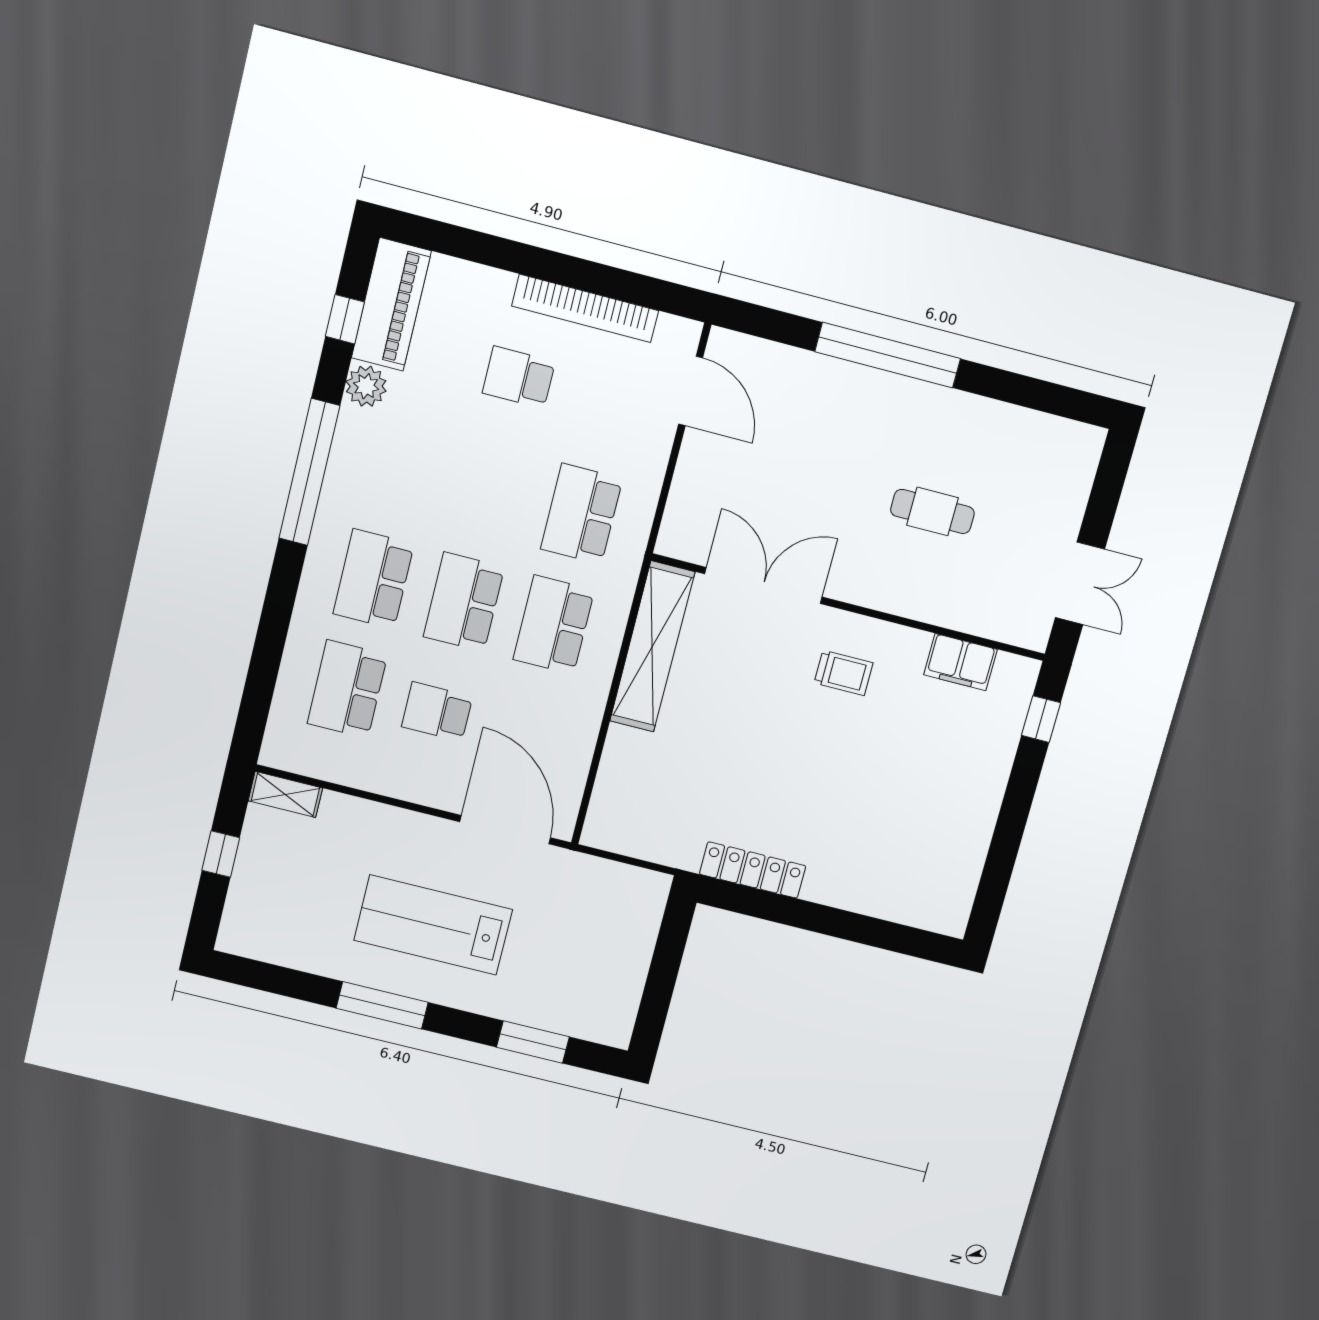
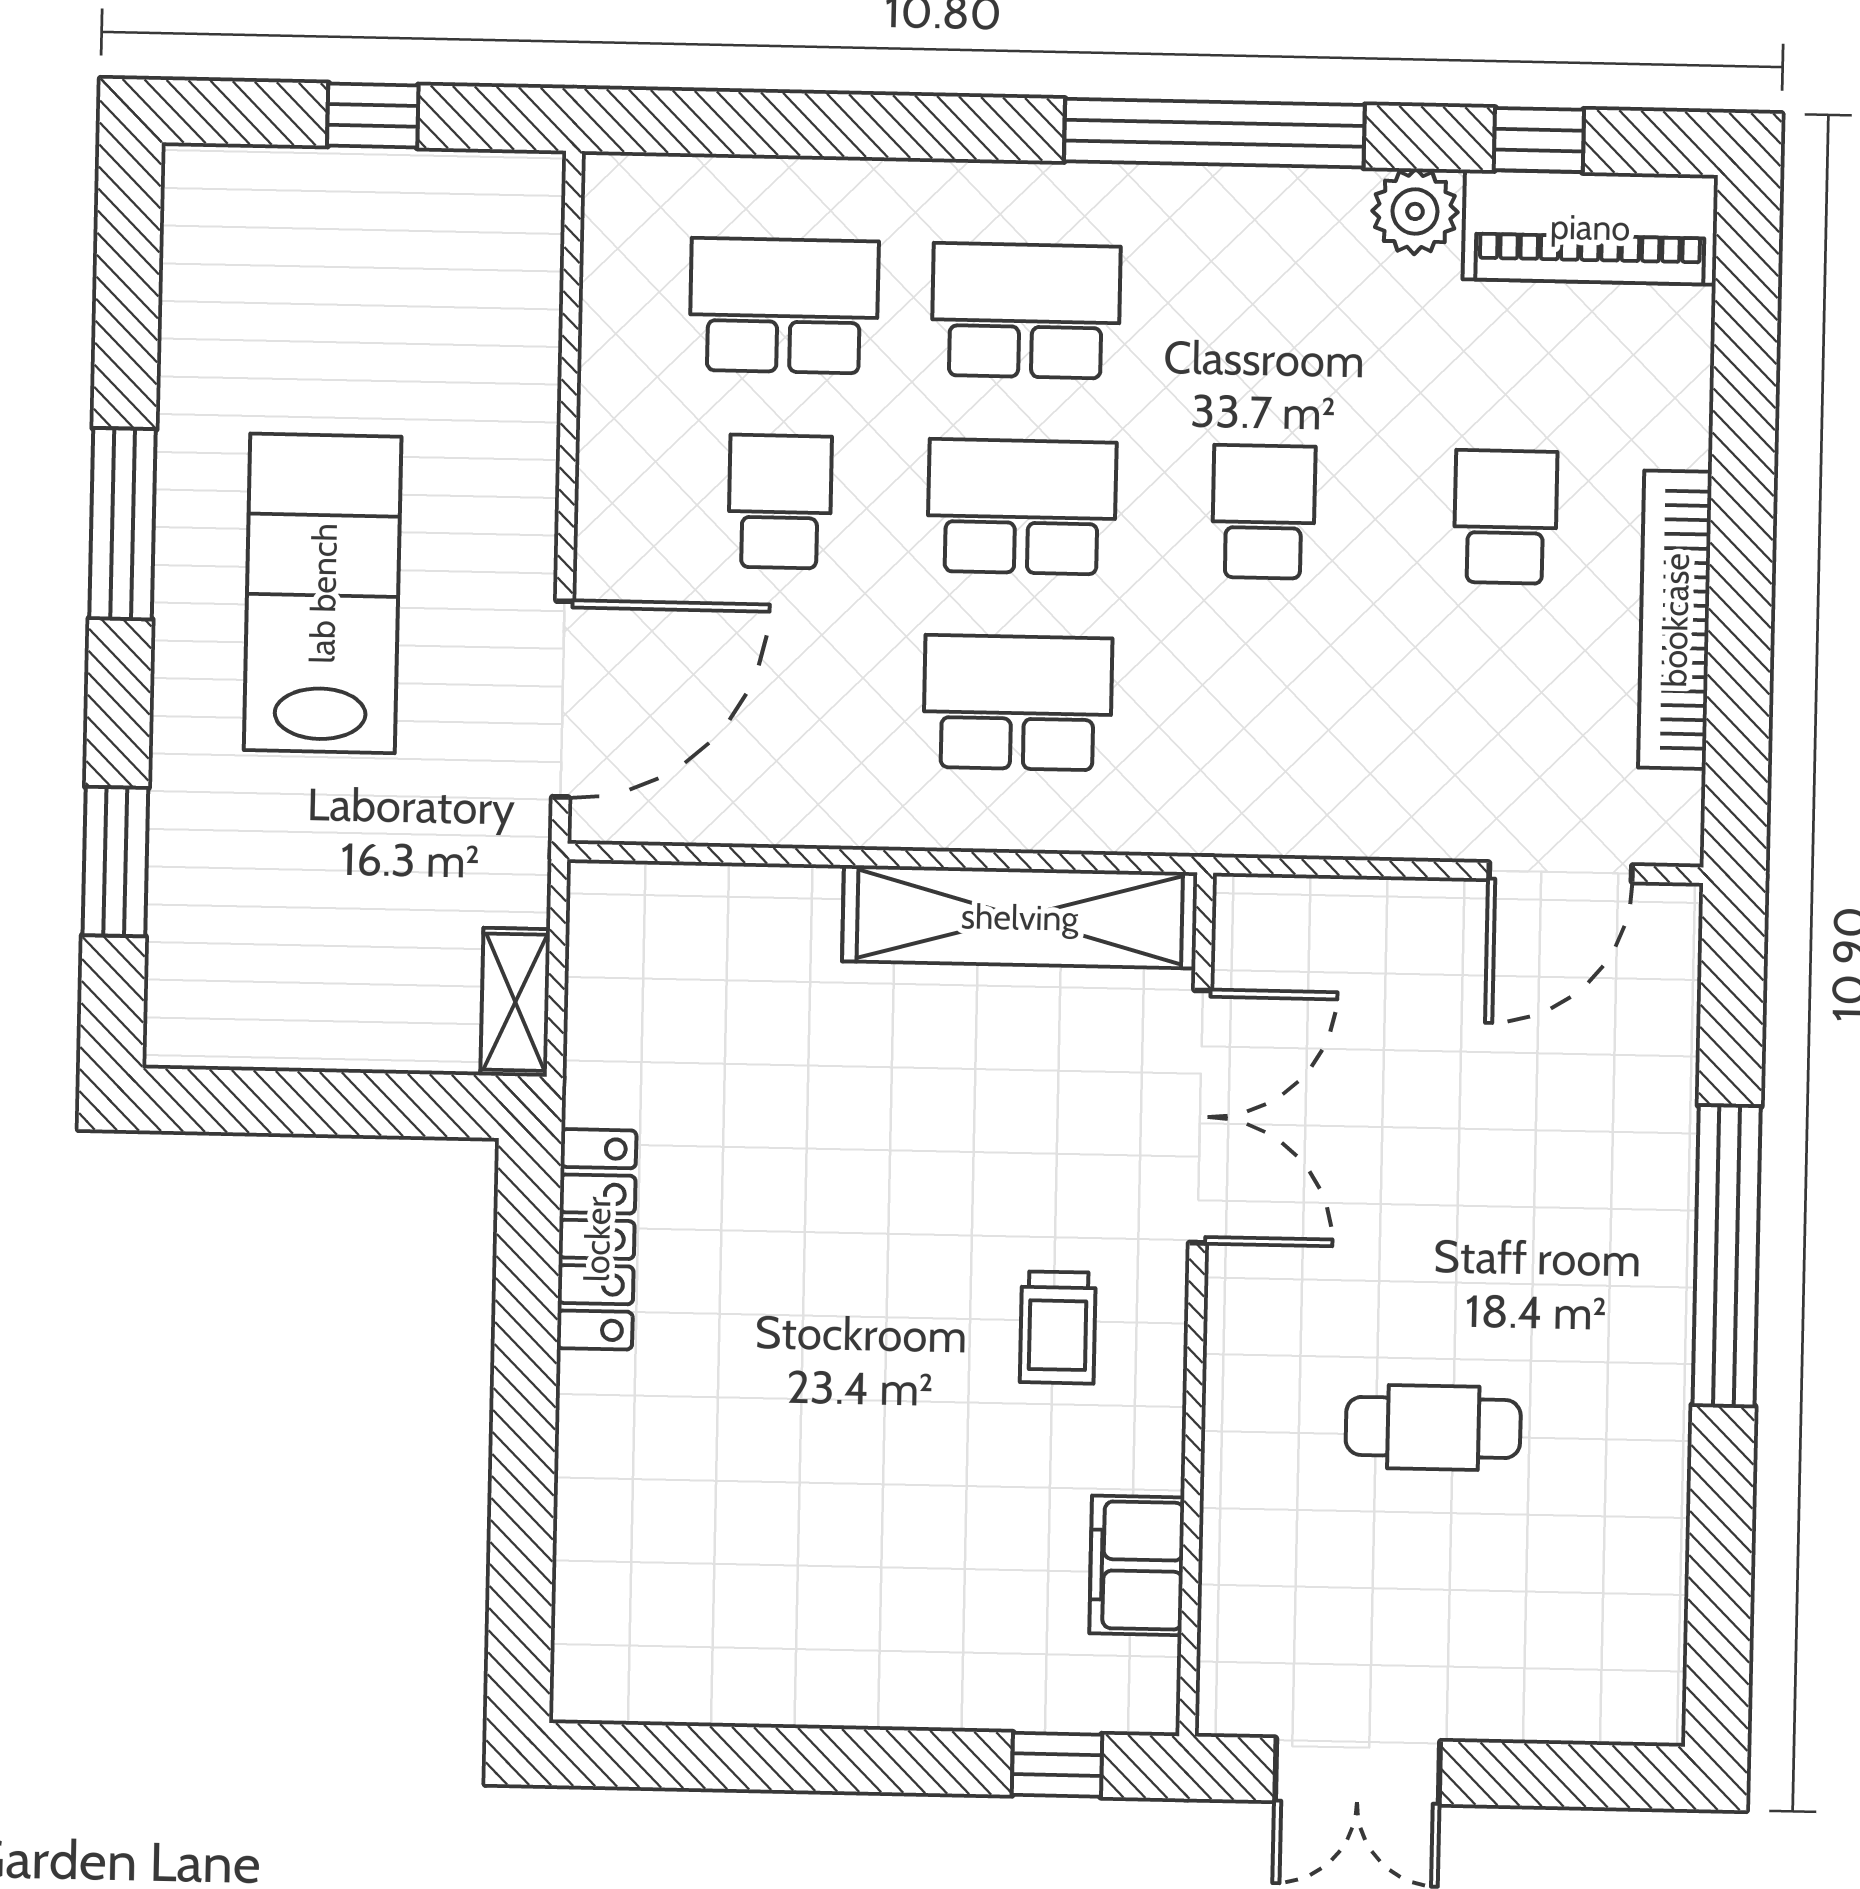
cafe table: (932, 511) -> (1433, 1427), turned 90
school desk: (582, 514) -> (1264, 512), moved, width x0.54
shelving: (285, 794) -> (515, 1002), moved

